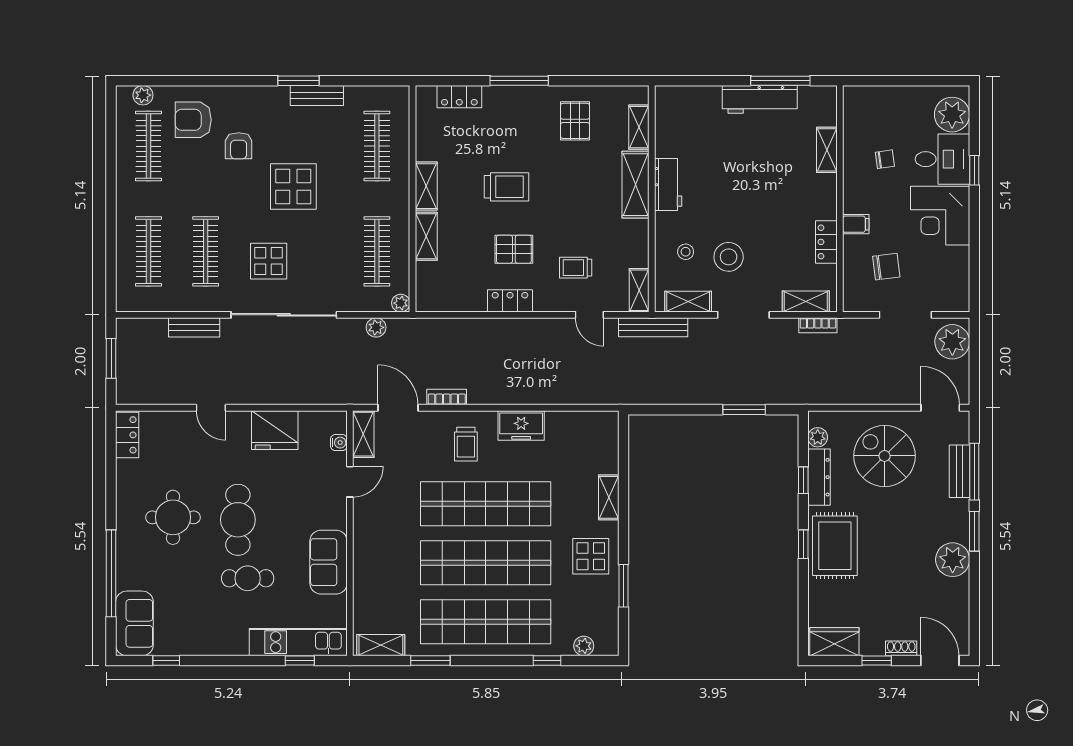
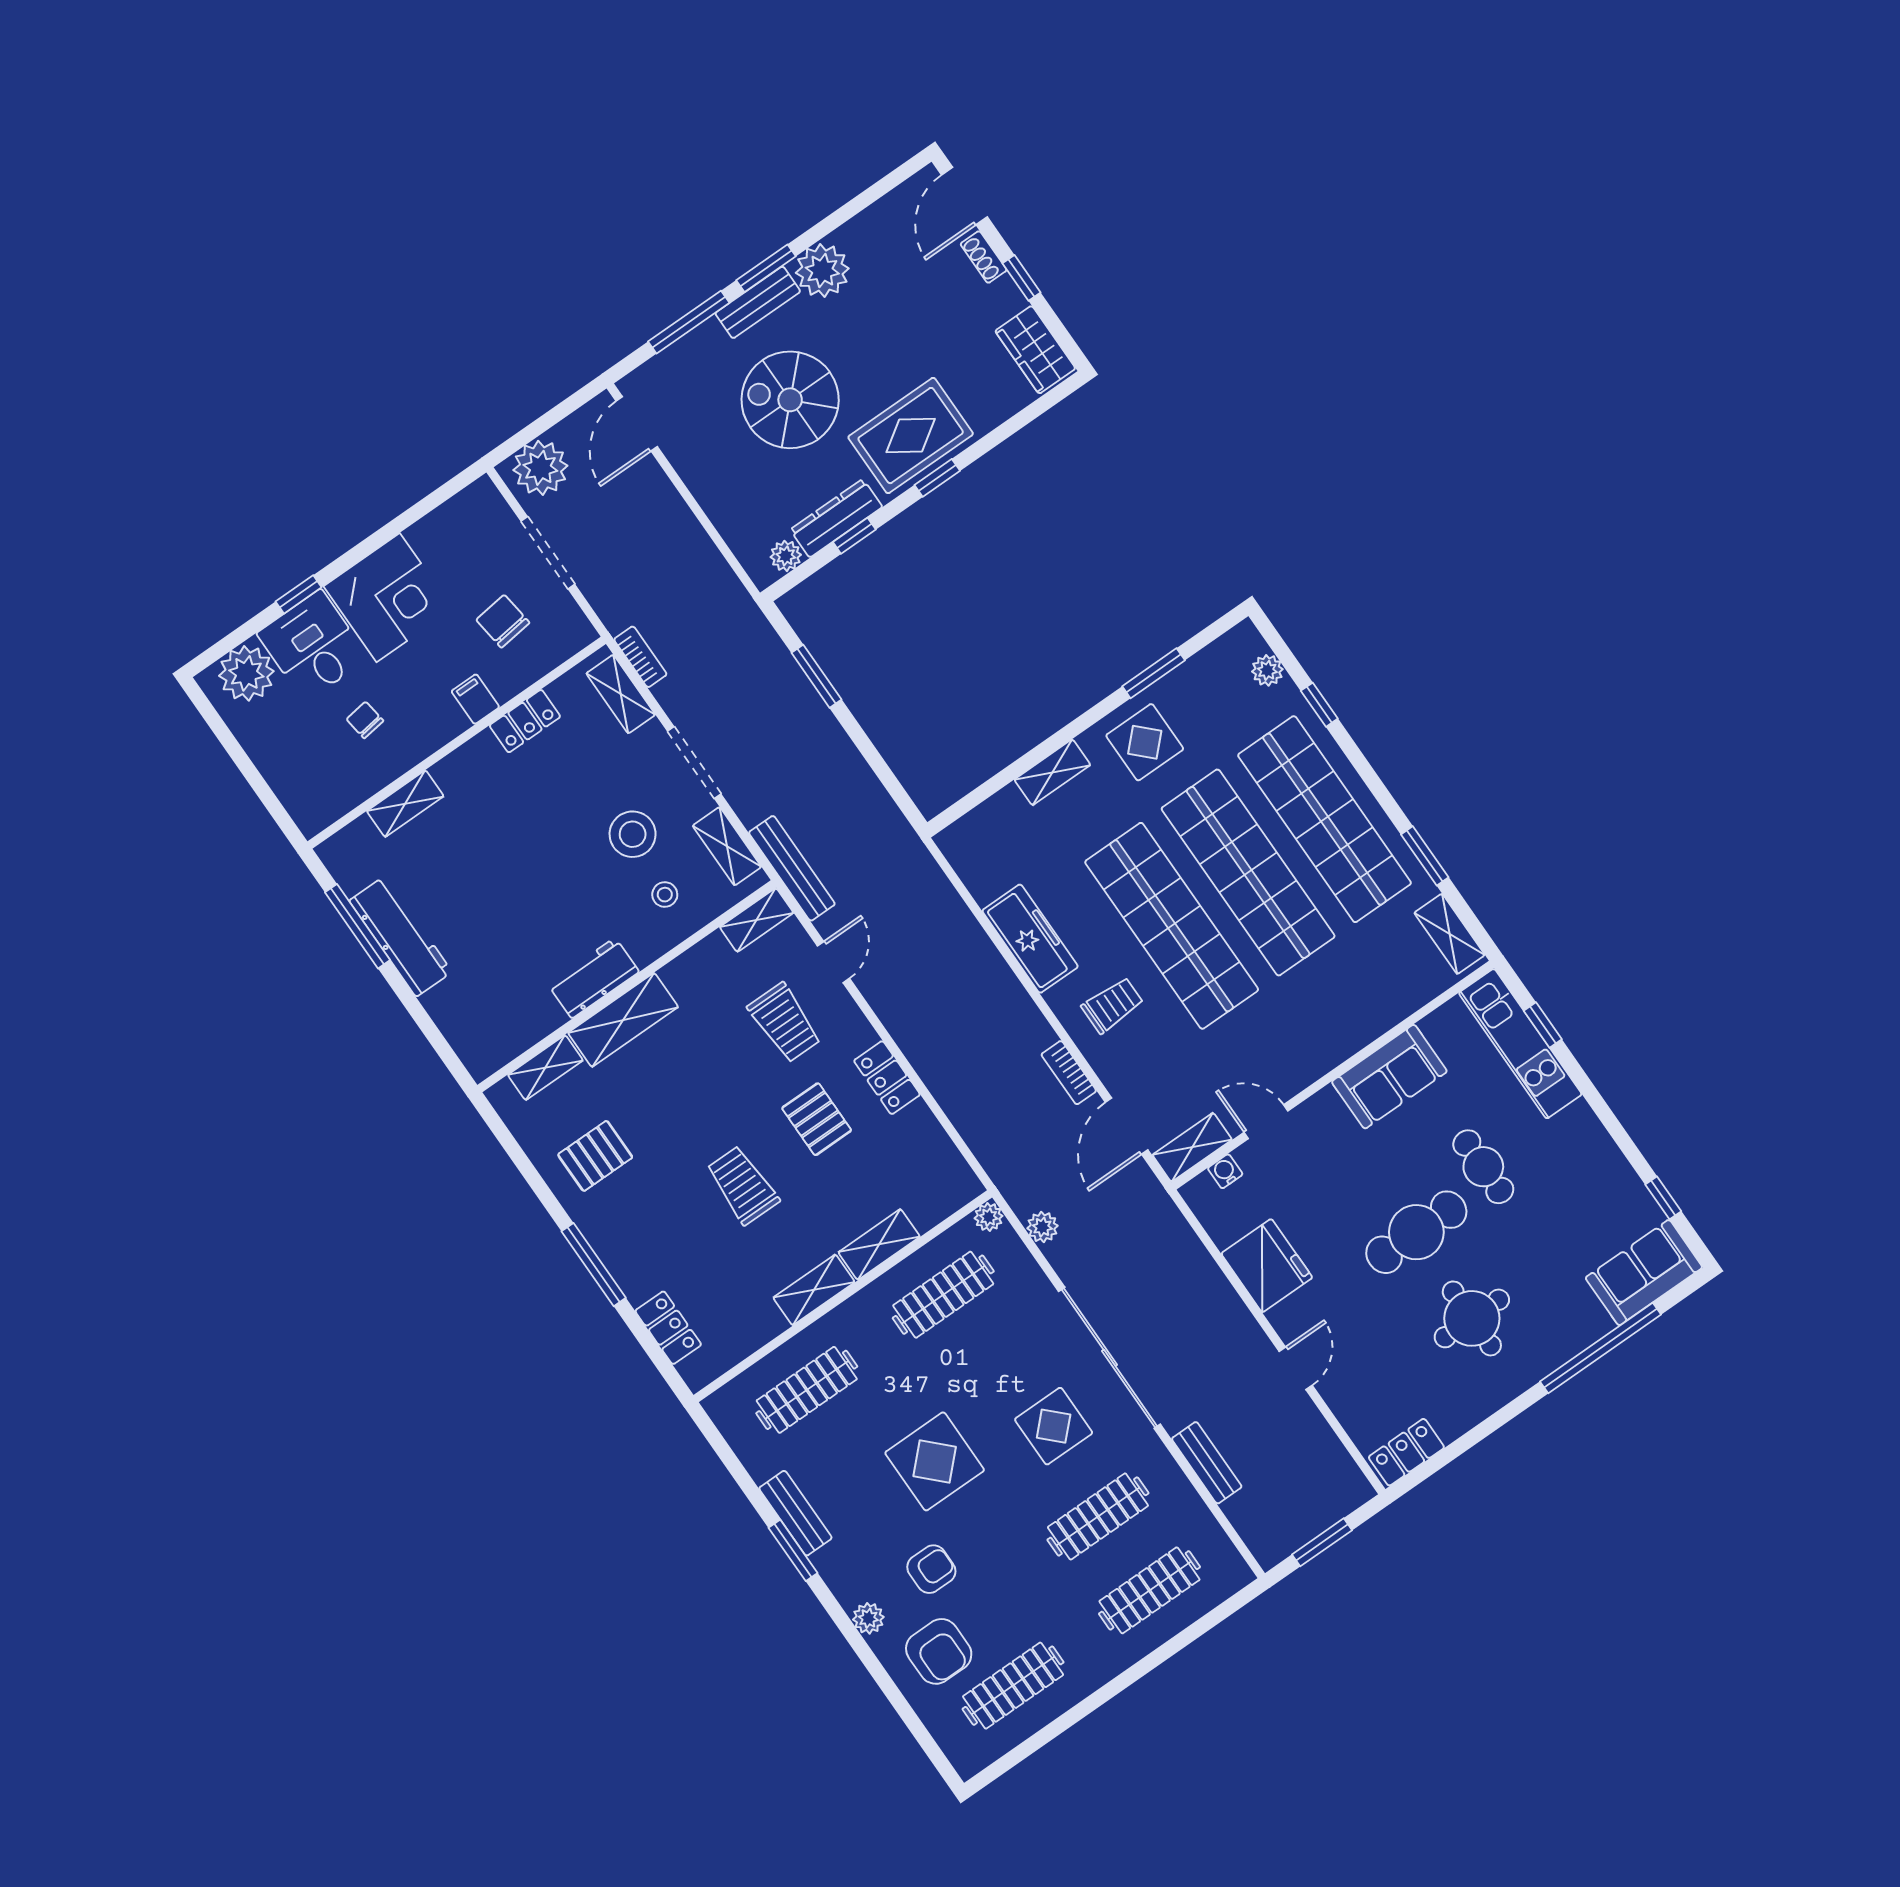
plant: (143, 95) -> (868, 1618), moved
trolley: (576, 268) -> (785, 1023), width x1.36, depth x1.39
freezer: (521, 426) -> (1030, 939), width x1.40
spiral stairs: (885, 456) -> (790, 400), moved, turned 90
bench: (960, 471) -> (758, 302), moved

